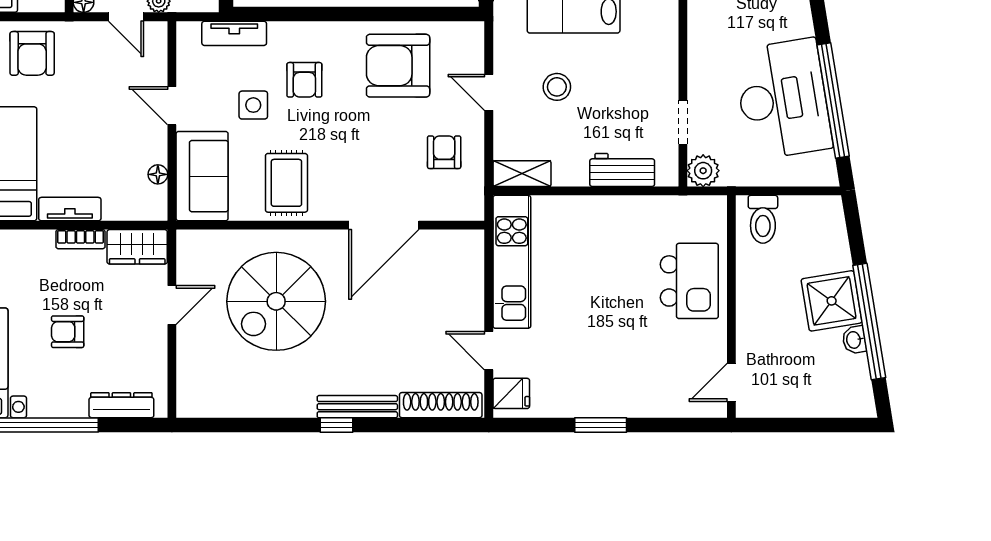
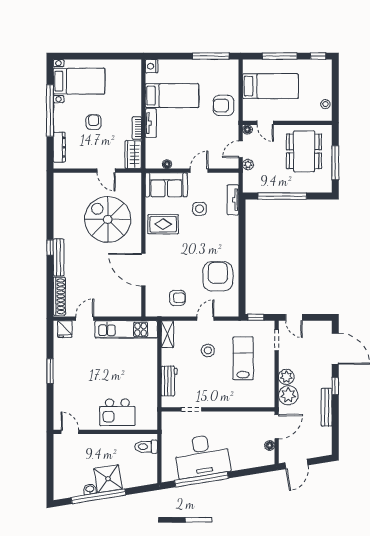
armchair: (304, 80) -> (211, 233), removed
plant: (703, 171) -> (169, 419), removed

